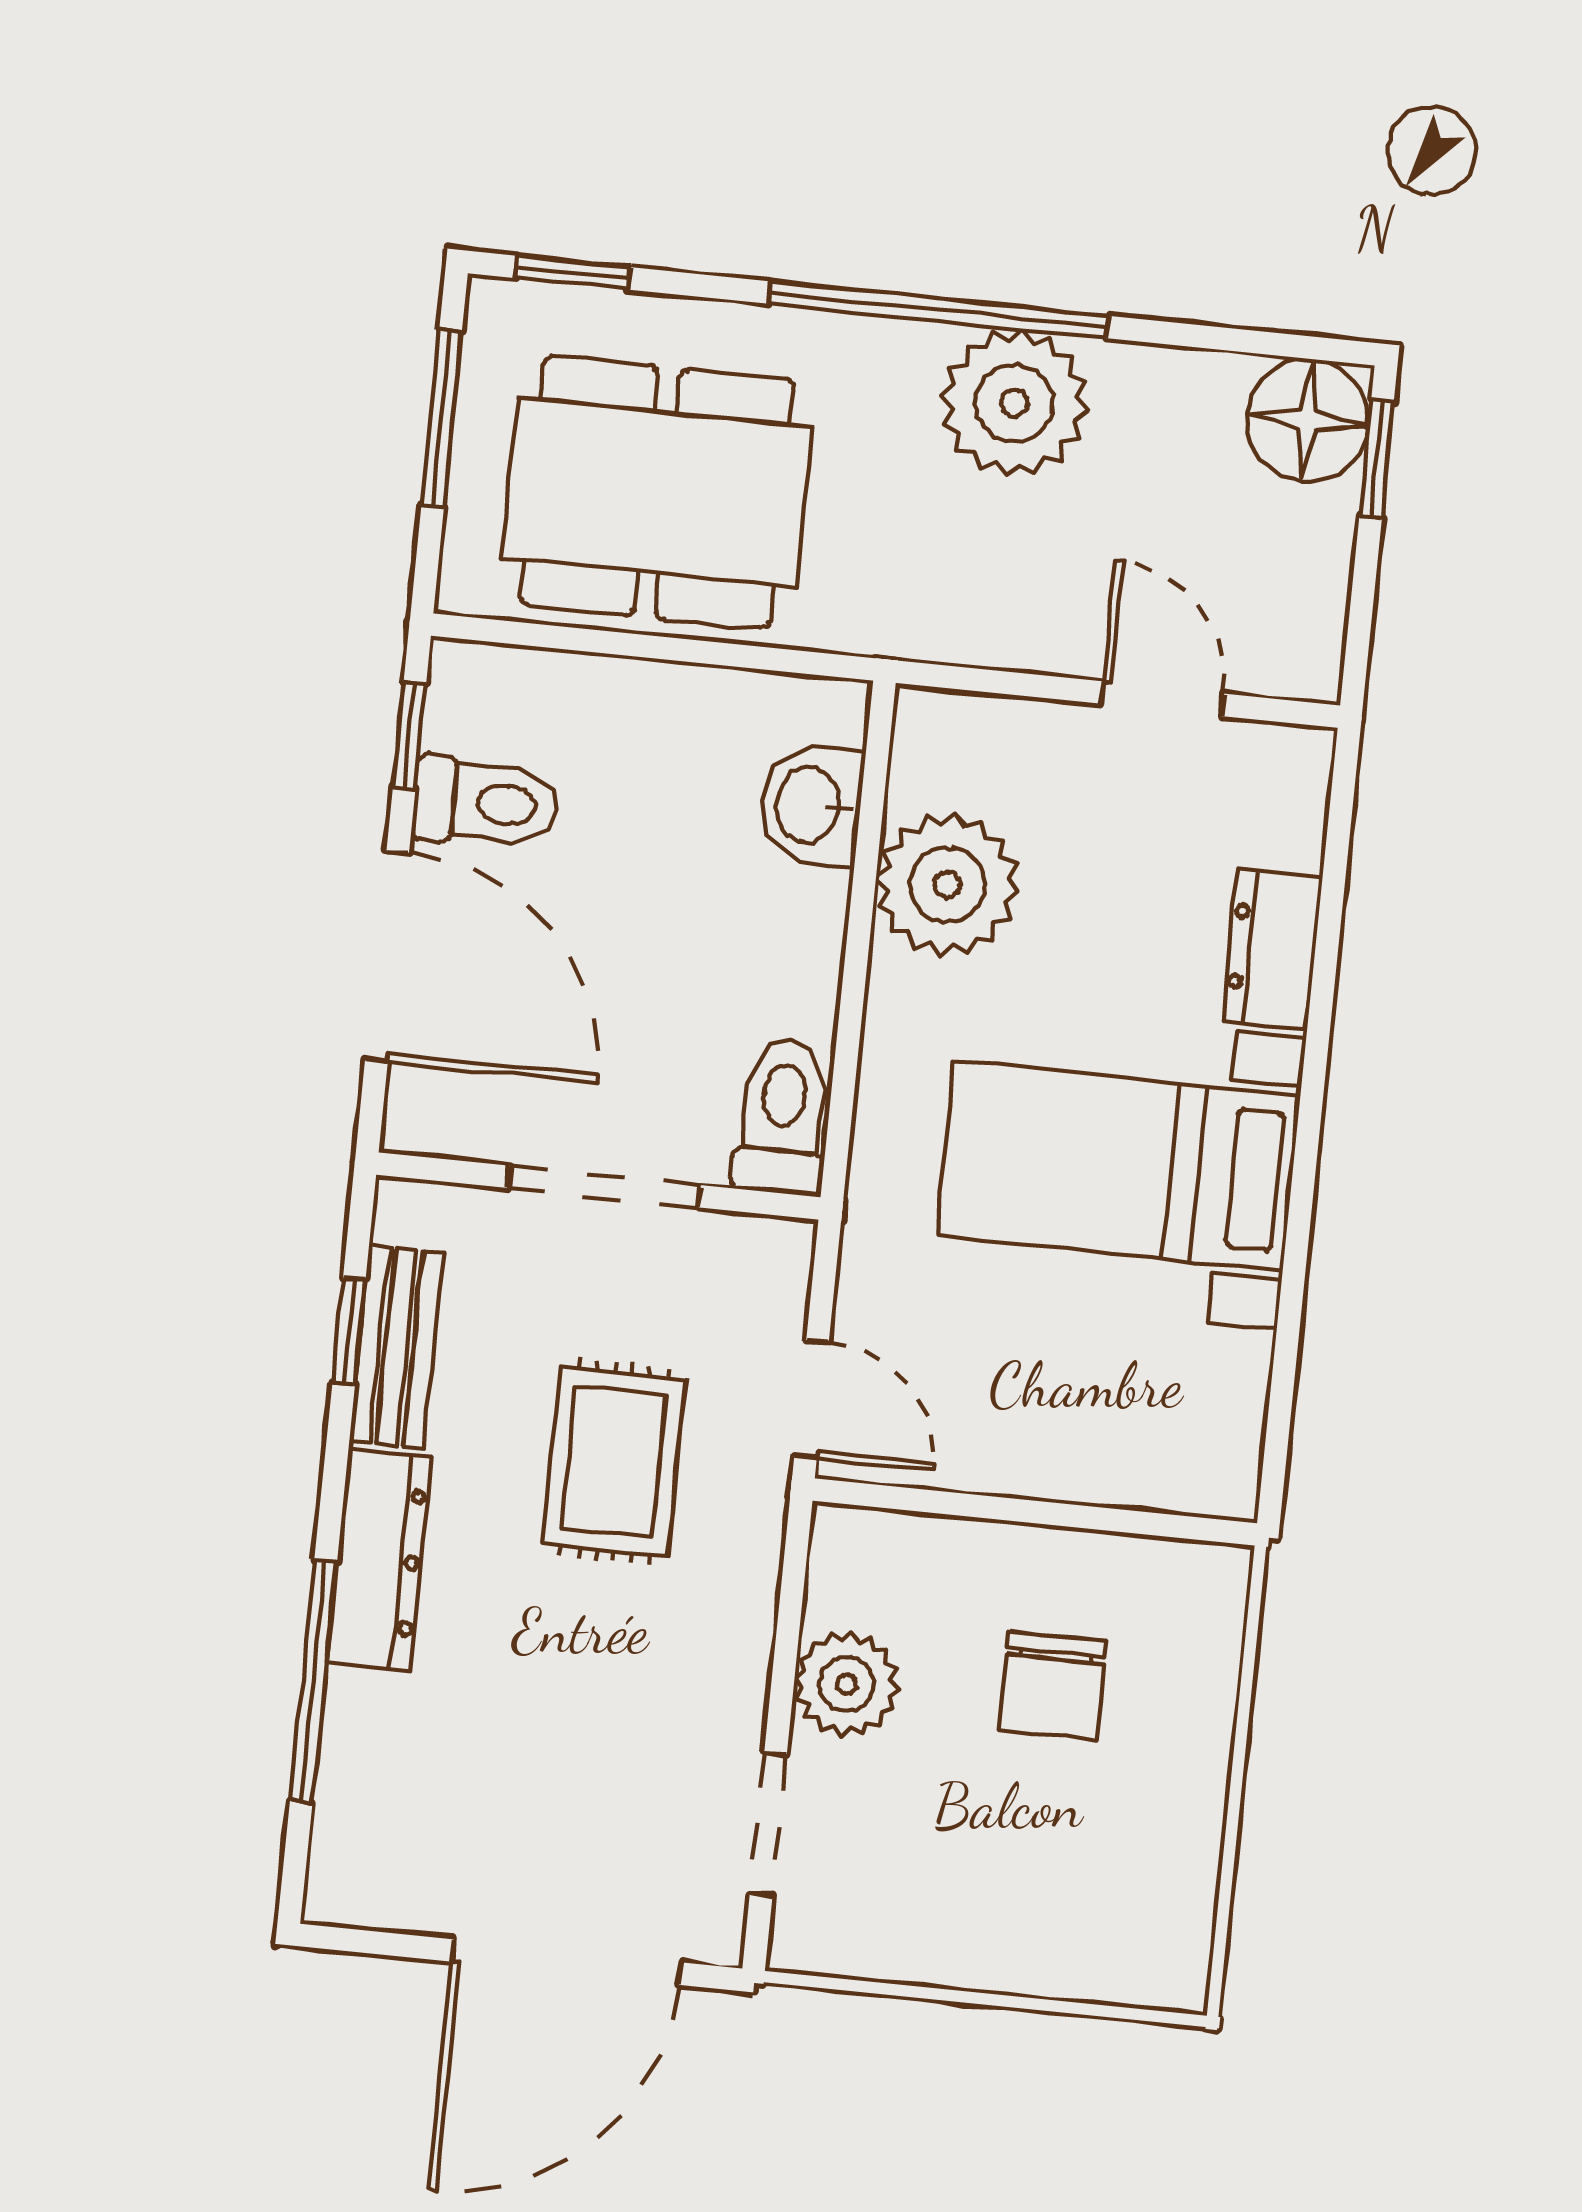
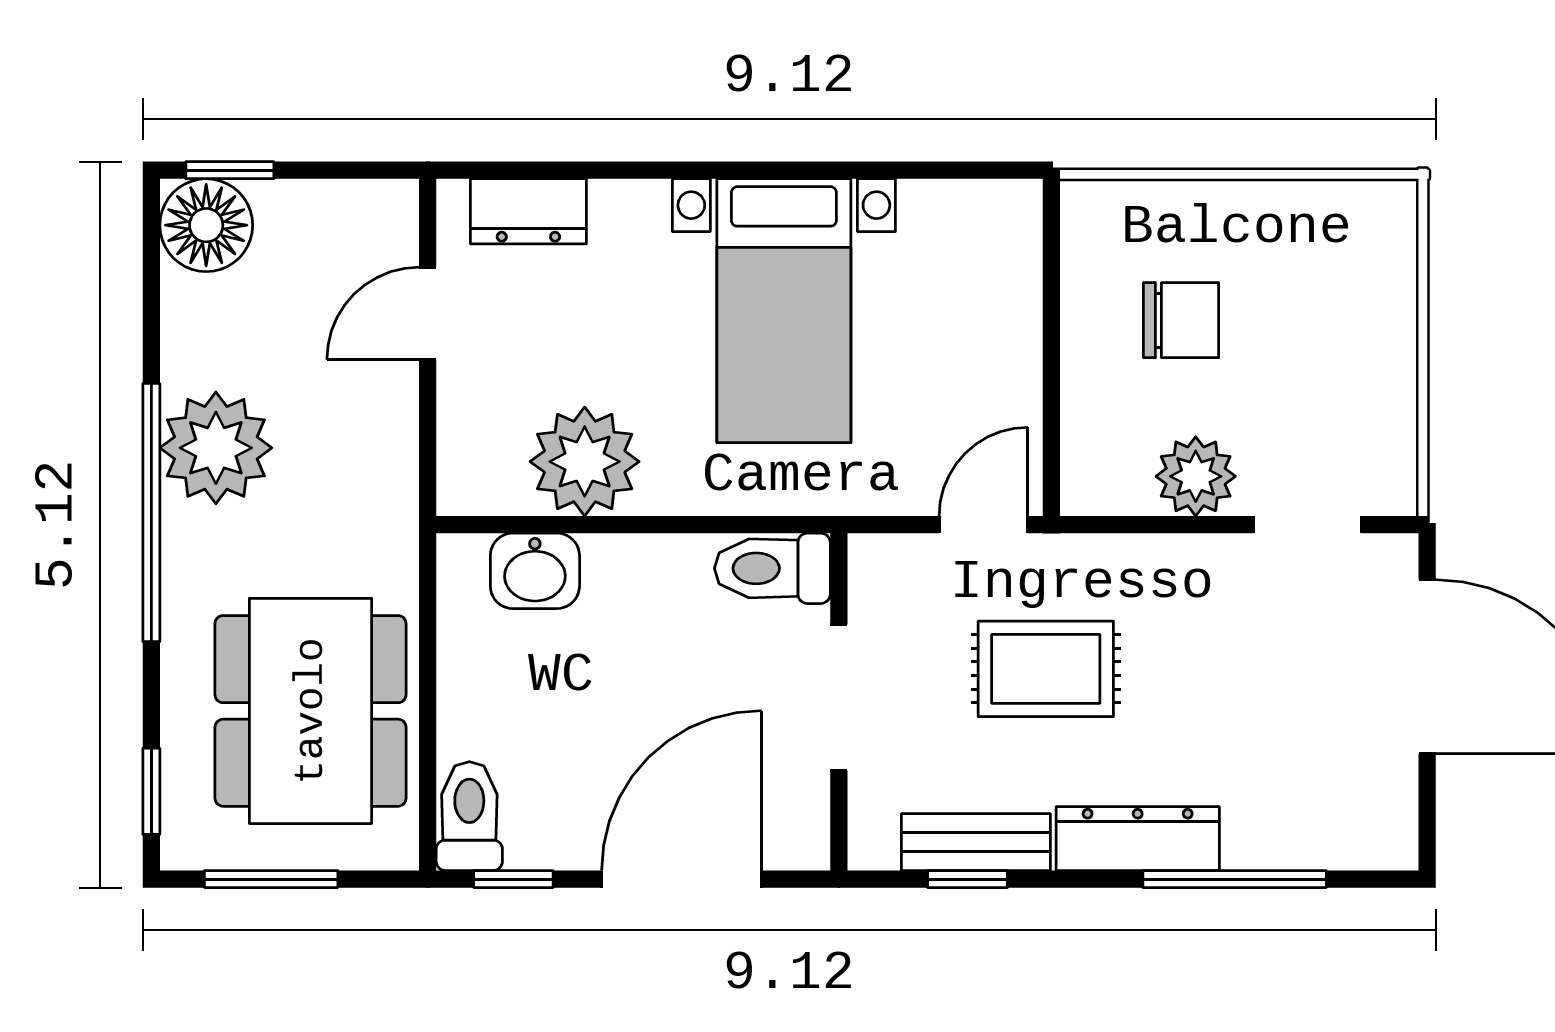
toilet: (486, 803) -> (469, 816), moved
dresser: (1272, 950) -> (528, 211), moved

